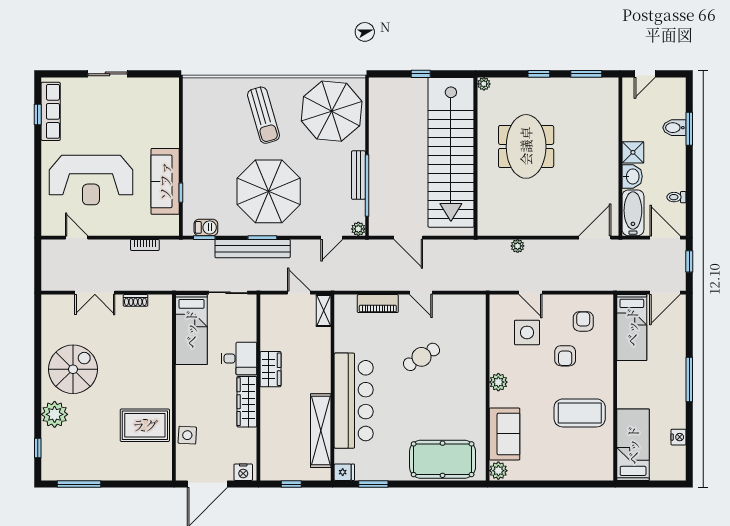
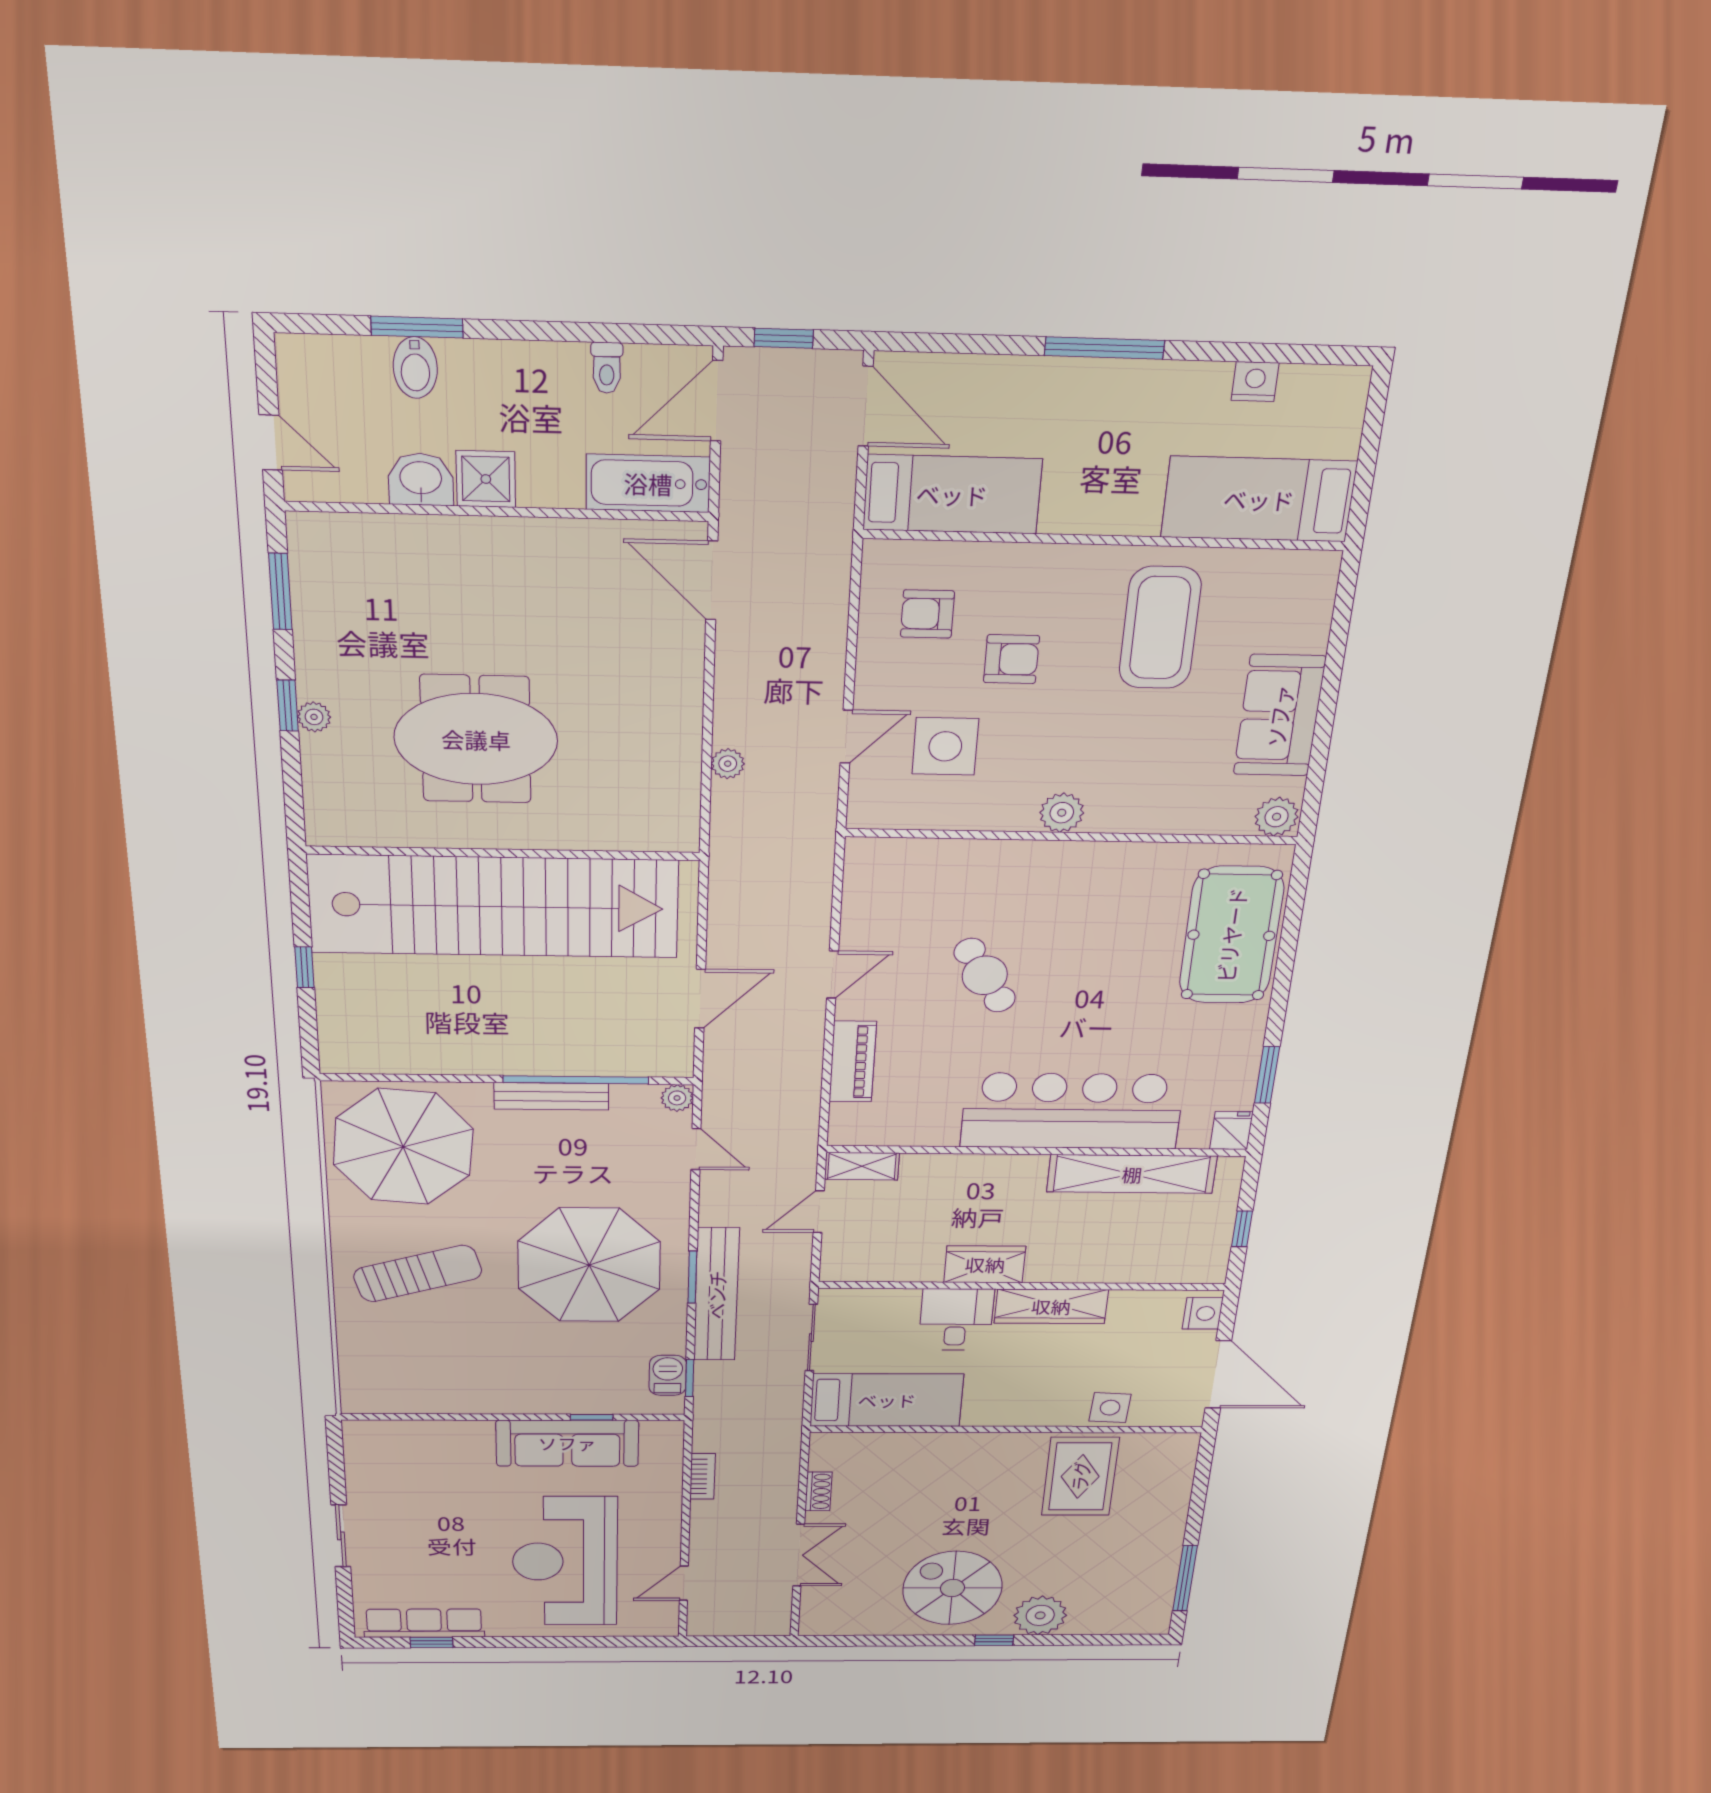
plant: (484, 84) -> (314, 717), moved
washbasin: (632, 176) -> (421, 479), moved
reception desk: (91, 180) -> (565, 1561), turned 180
sofa: (505, 434) -> (1279, 716), moved, turned -90
window: (38, 448) -> (994, 1640), moved

